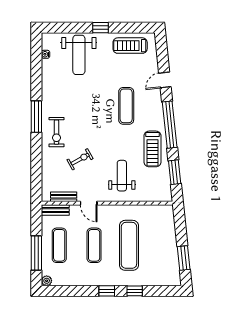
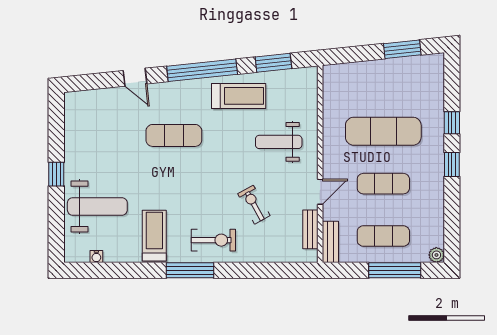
treadmill: (130, 46) -> (154, 236), moved, turned 180

